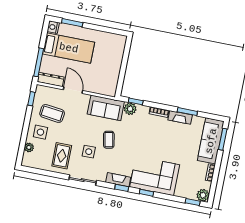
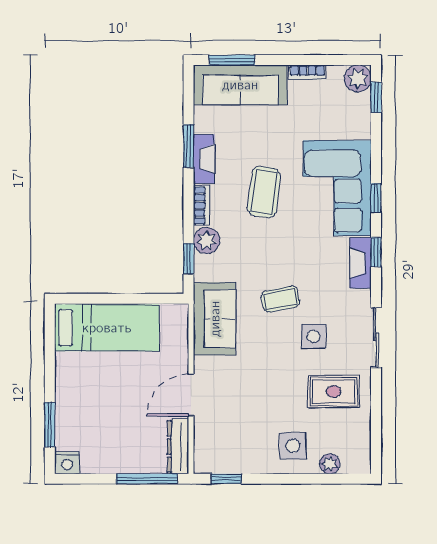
bed: (69, 48) -> (107, 328), moved, turned 90
plant: (130, 109) -> (207, 241), moved
coffee table: (52, 113) -> (264, 192), moved

